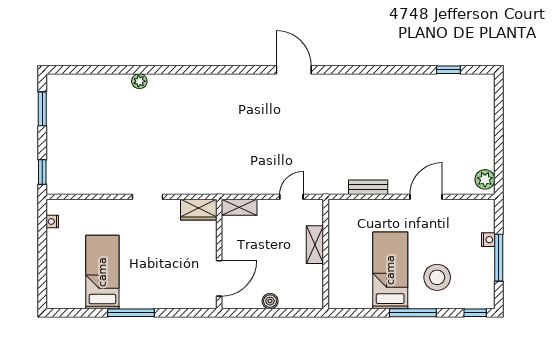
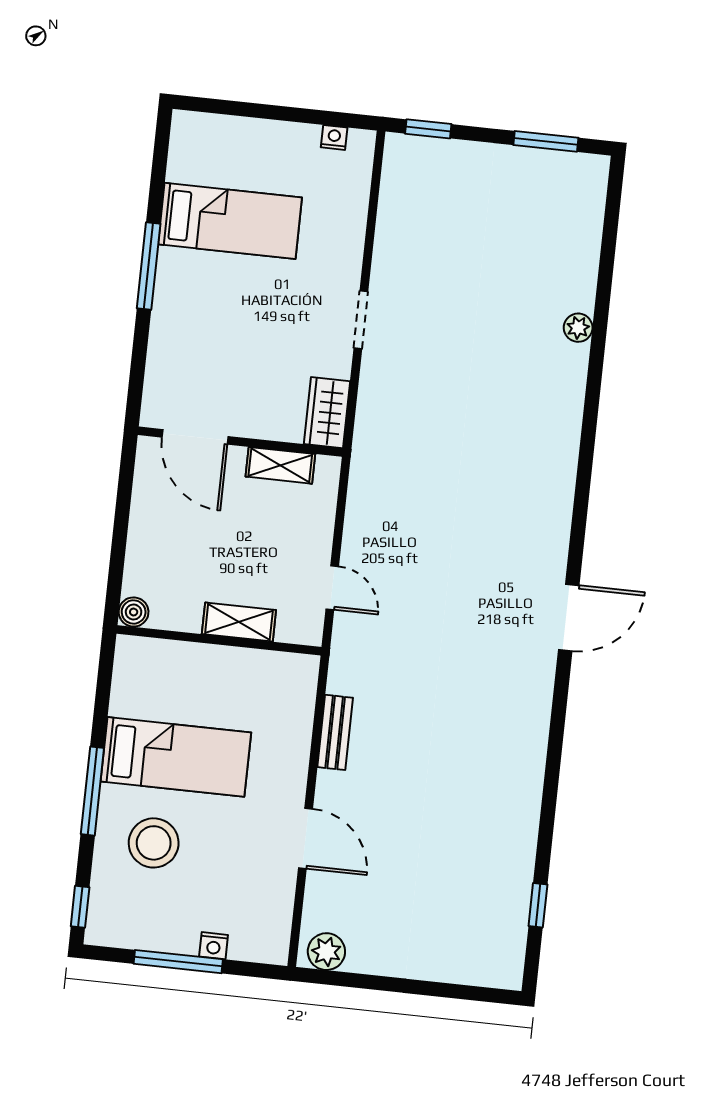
shelving: (239, 207) -> (280, 465), moved, turned 90
boiler: (270, 301) -> (134, 612), moved

